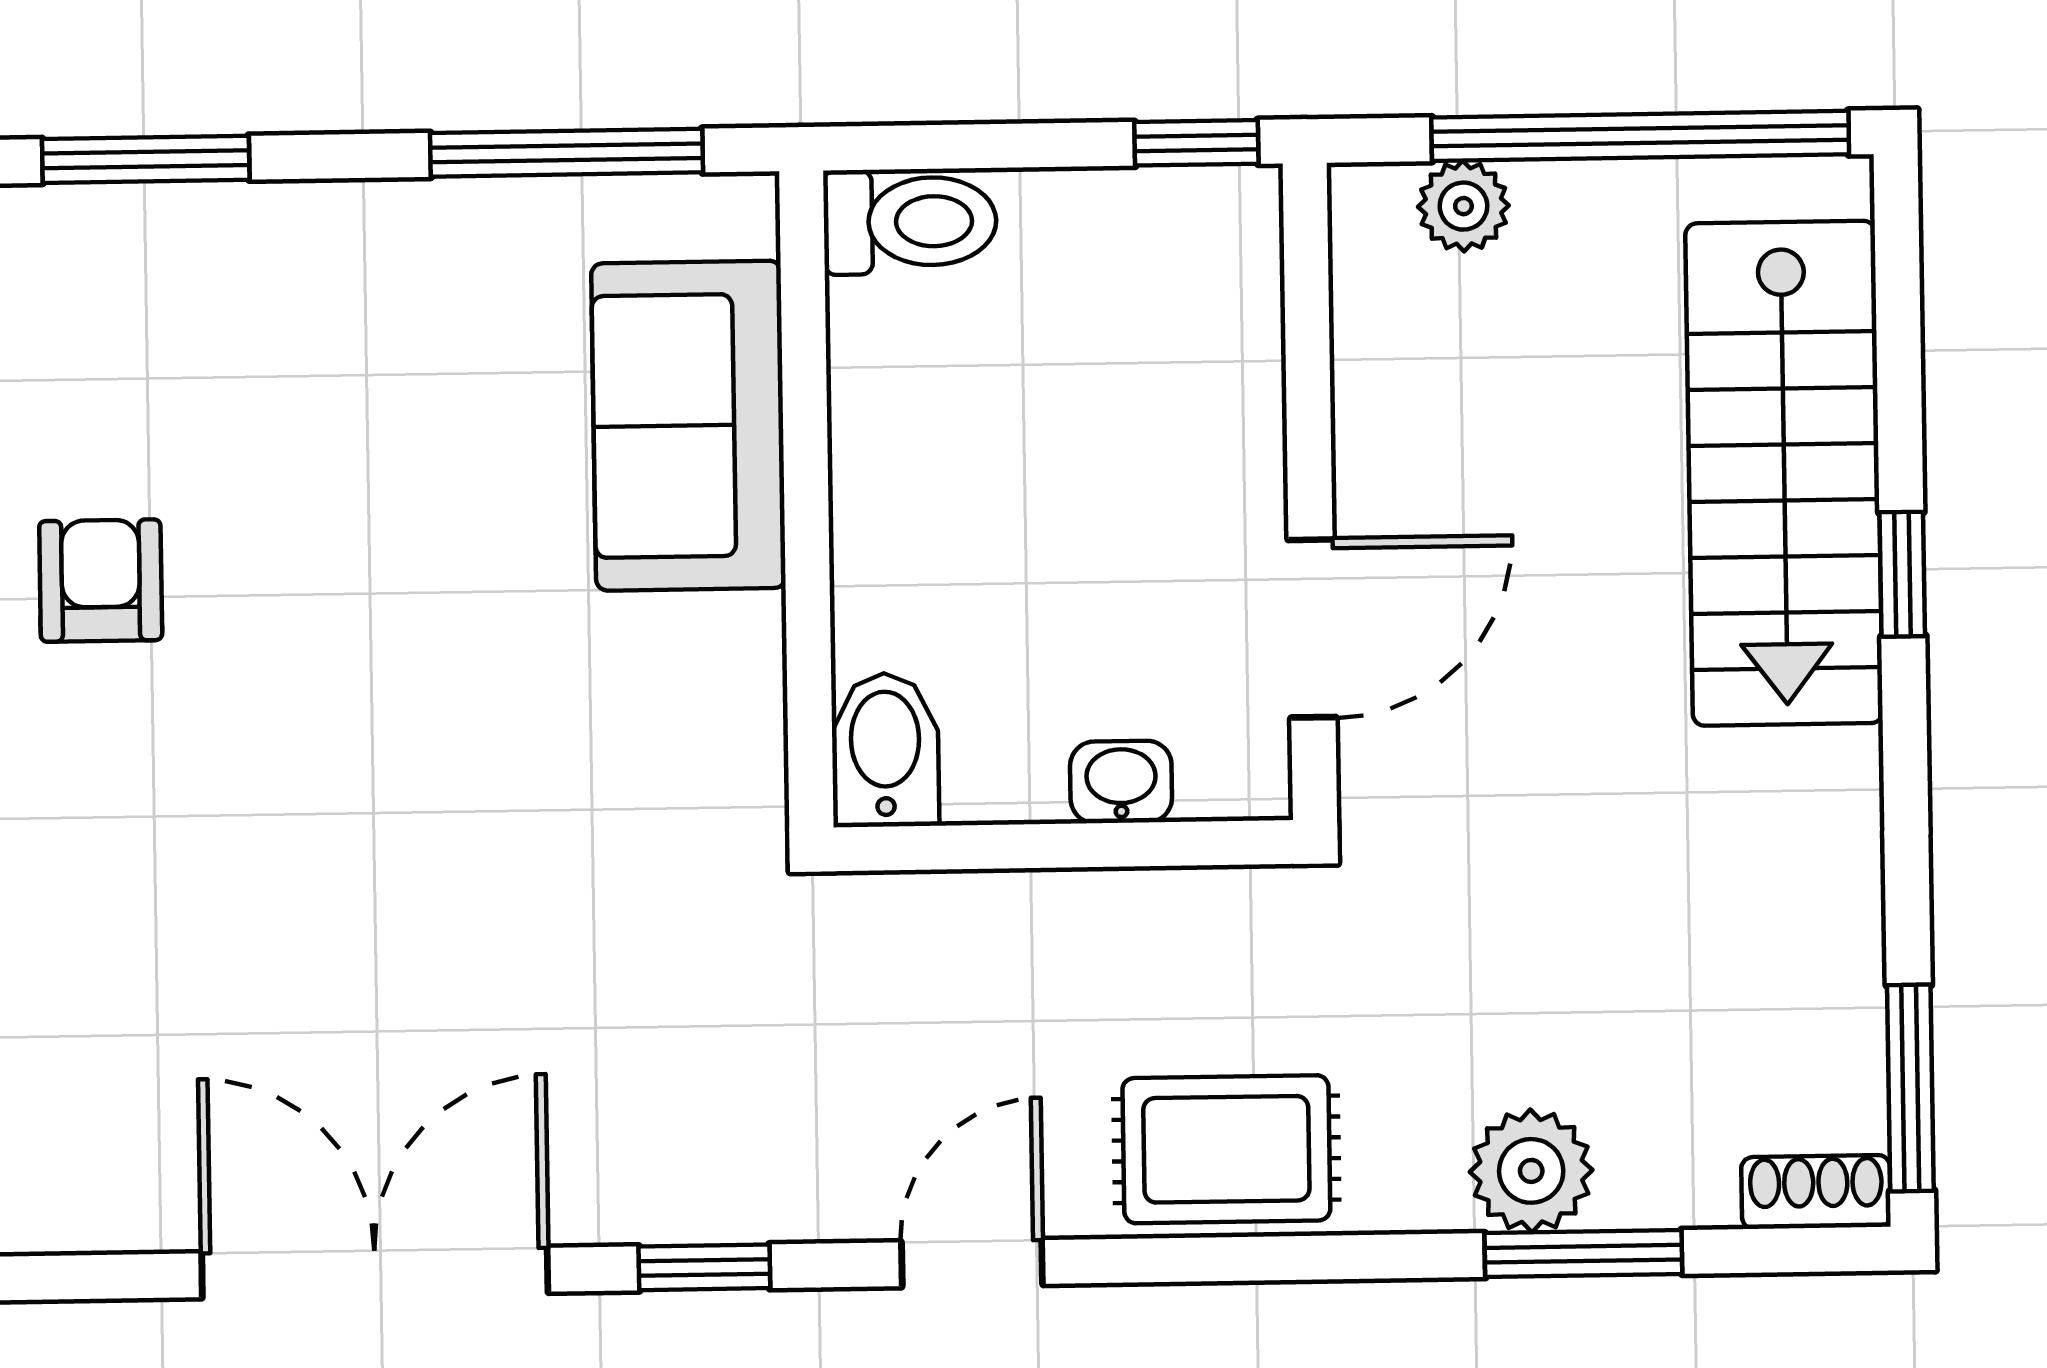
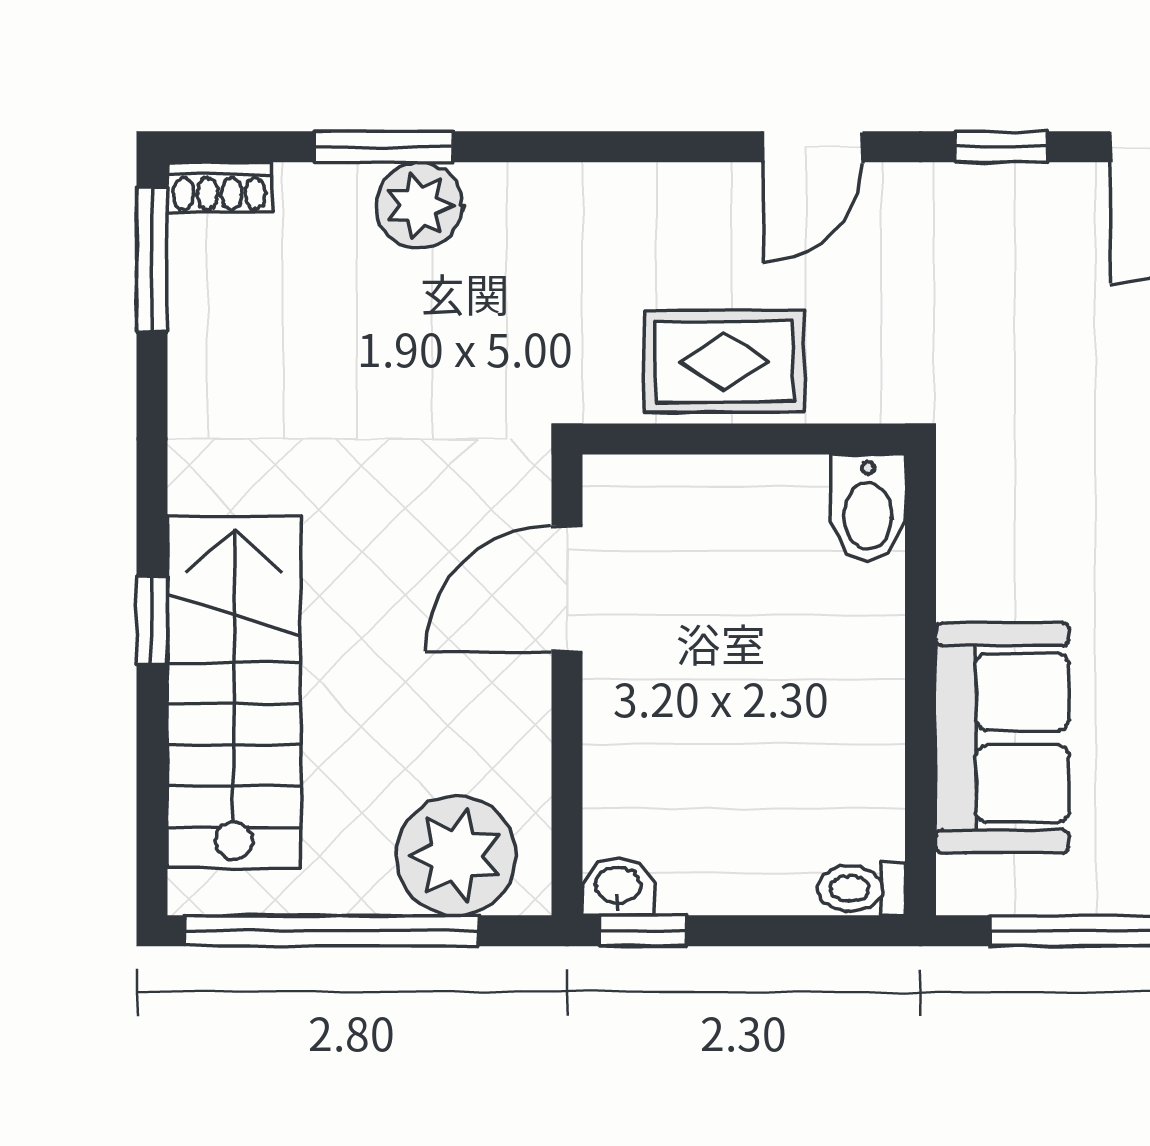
plant: (1463, 206) -> (456, 855), width x1.88, depth x1.88
toilet: (910, 222) -> (862, 889), width x0.73, depth x0.72
washbasin: (1121, 782) -> (618, 887), moved, turned 180
rug: (1226, 1149) -> (724, 361), moved

